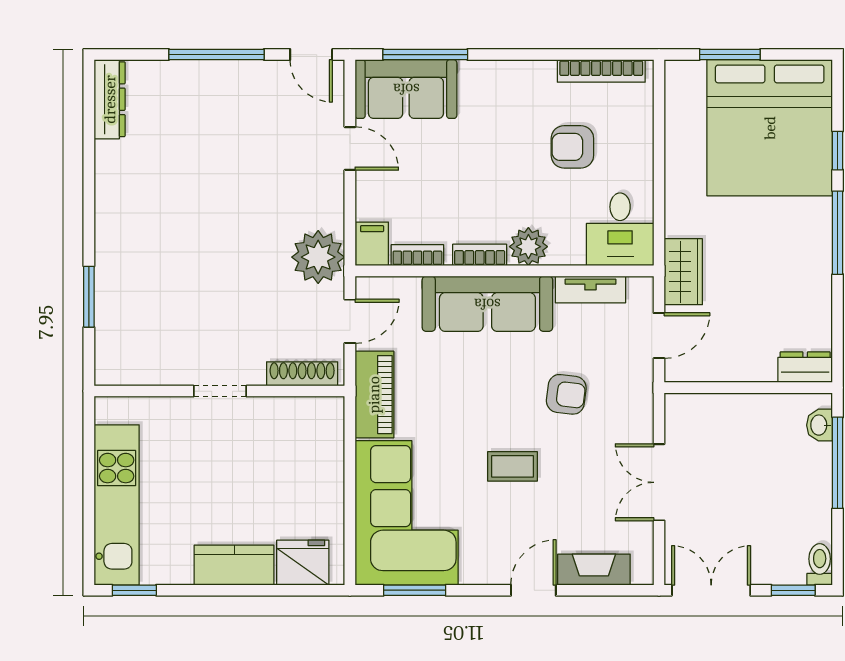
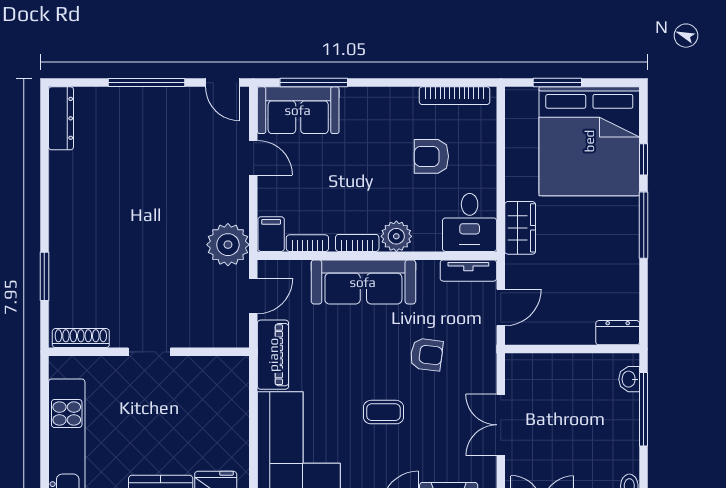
wardrobe: (683, 272) -> (520, 228), moved
tv unit: (590, 289) -> (468, 271), moved
shoe rack: (302, 374) -> (81, 338), moved

